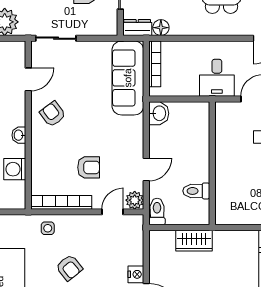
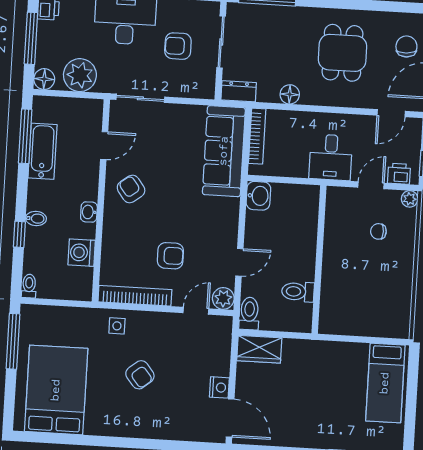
floor lamp: (161, 28) -> (290, 94), moved
wardrobe: (194, 241) -> (259, 349), moved

